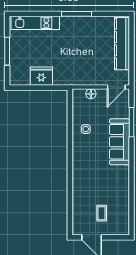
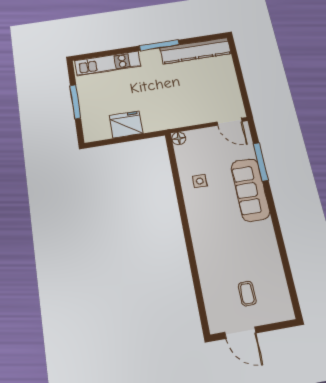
kitchen counter: (122, 44) -> (196, 51), moved, turned -90
door: (116, 87) -> (230, 122), hinge flipped
floor lamp: (91, 94) -> (179, 138), moved

